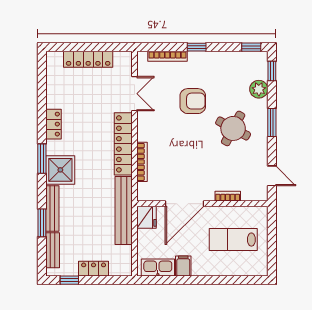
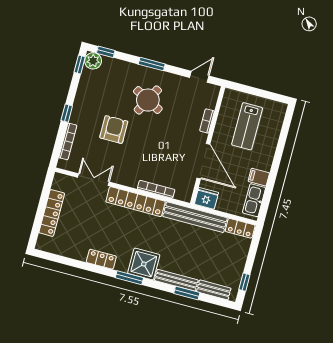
plant: (259, 89) -> (93, 61), moved
locker: (94, 269) -> (240, 228), moved, turned -90

